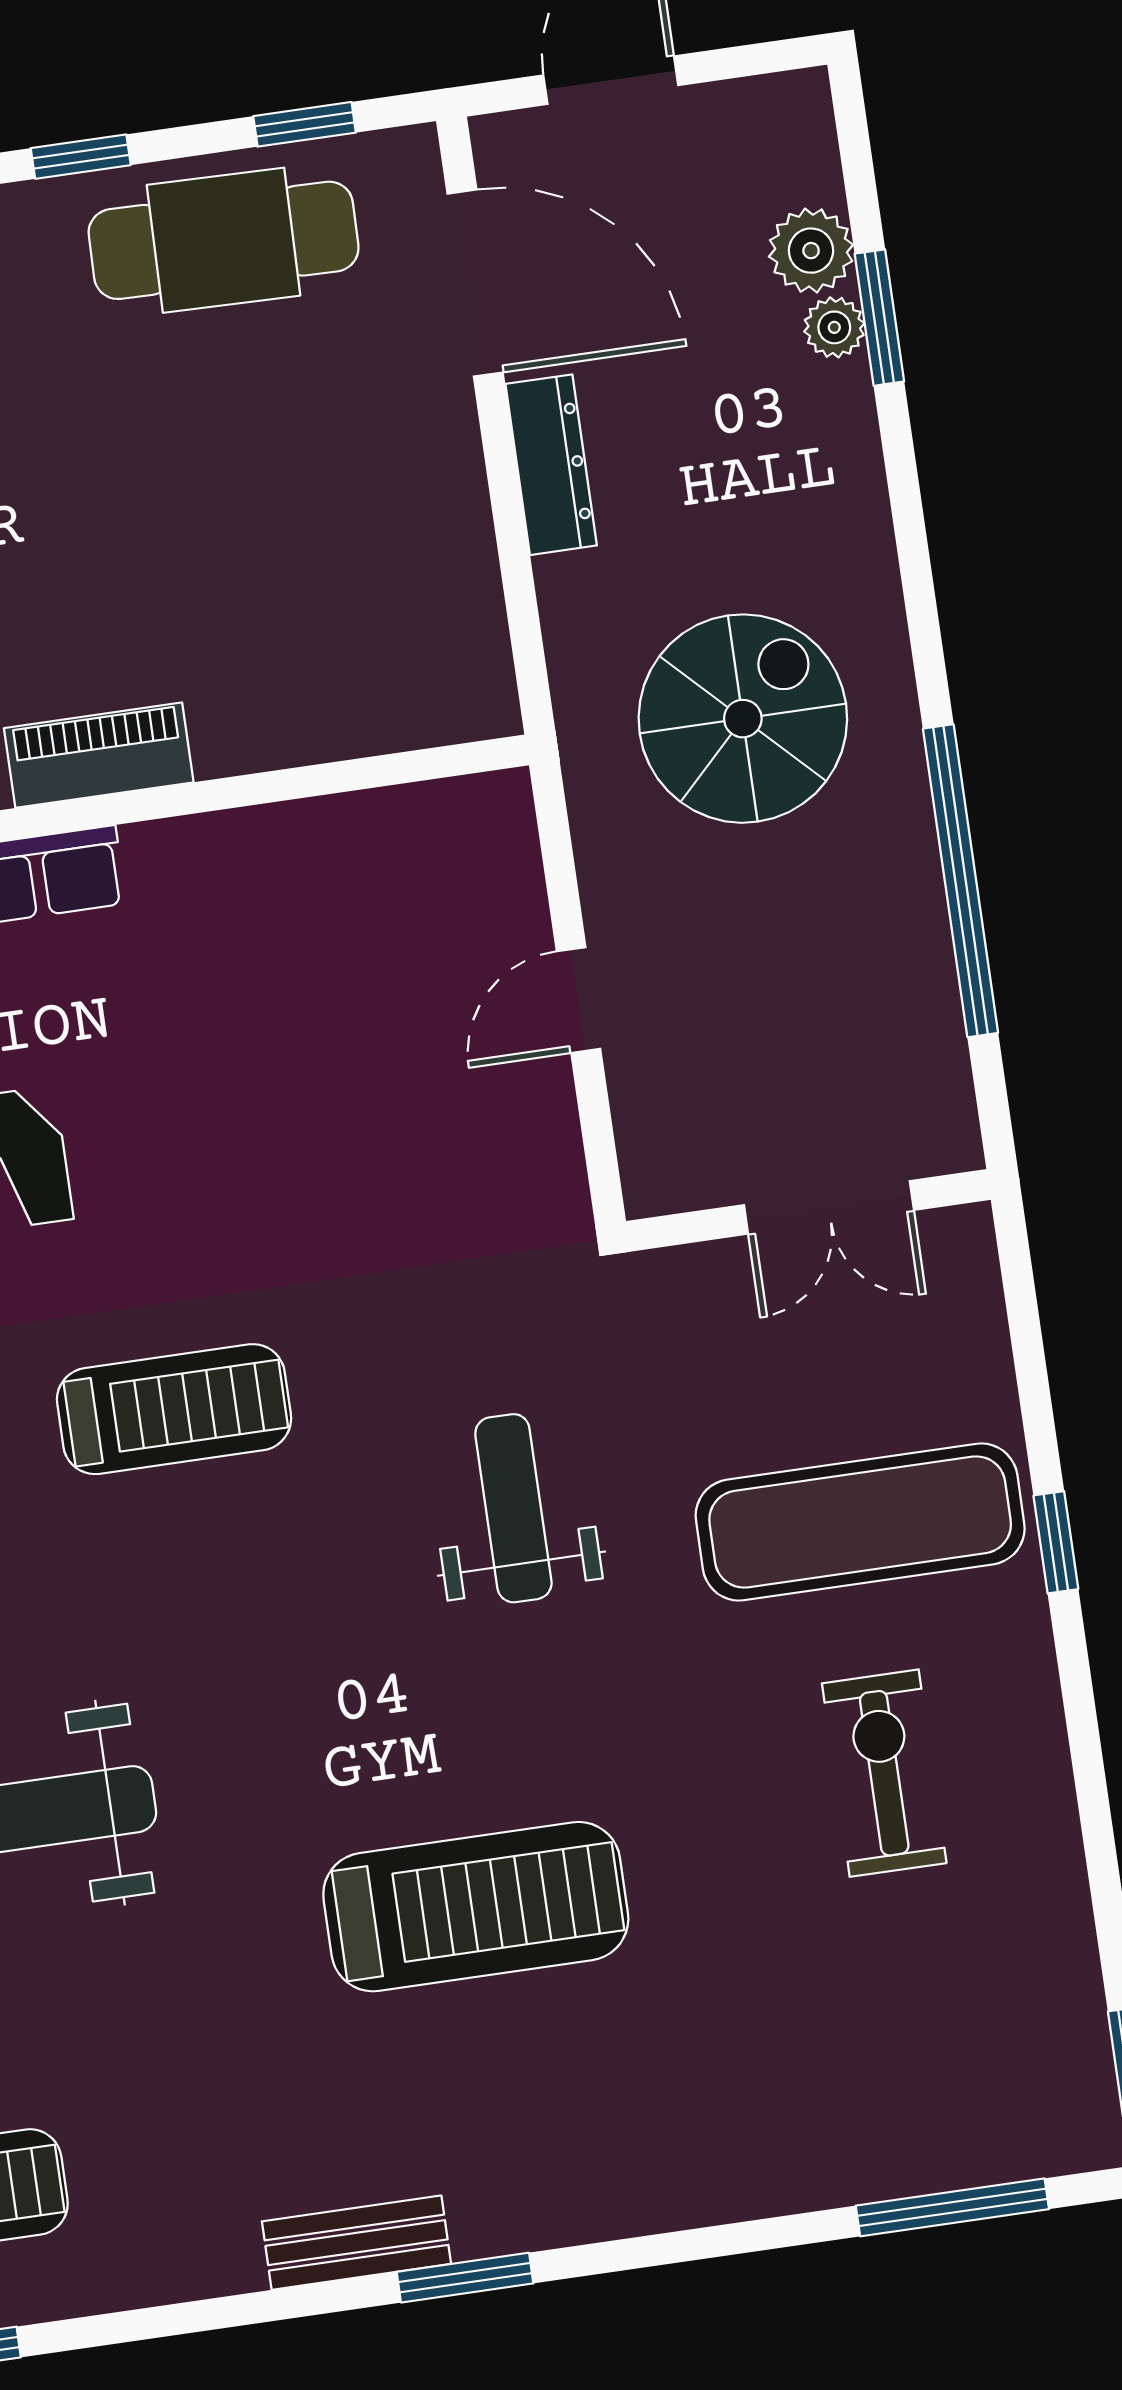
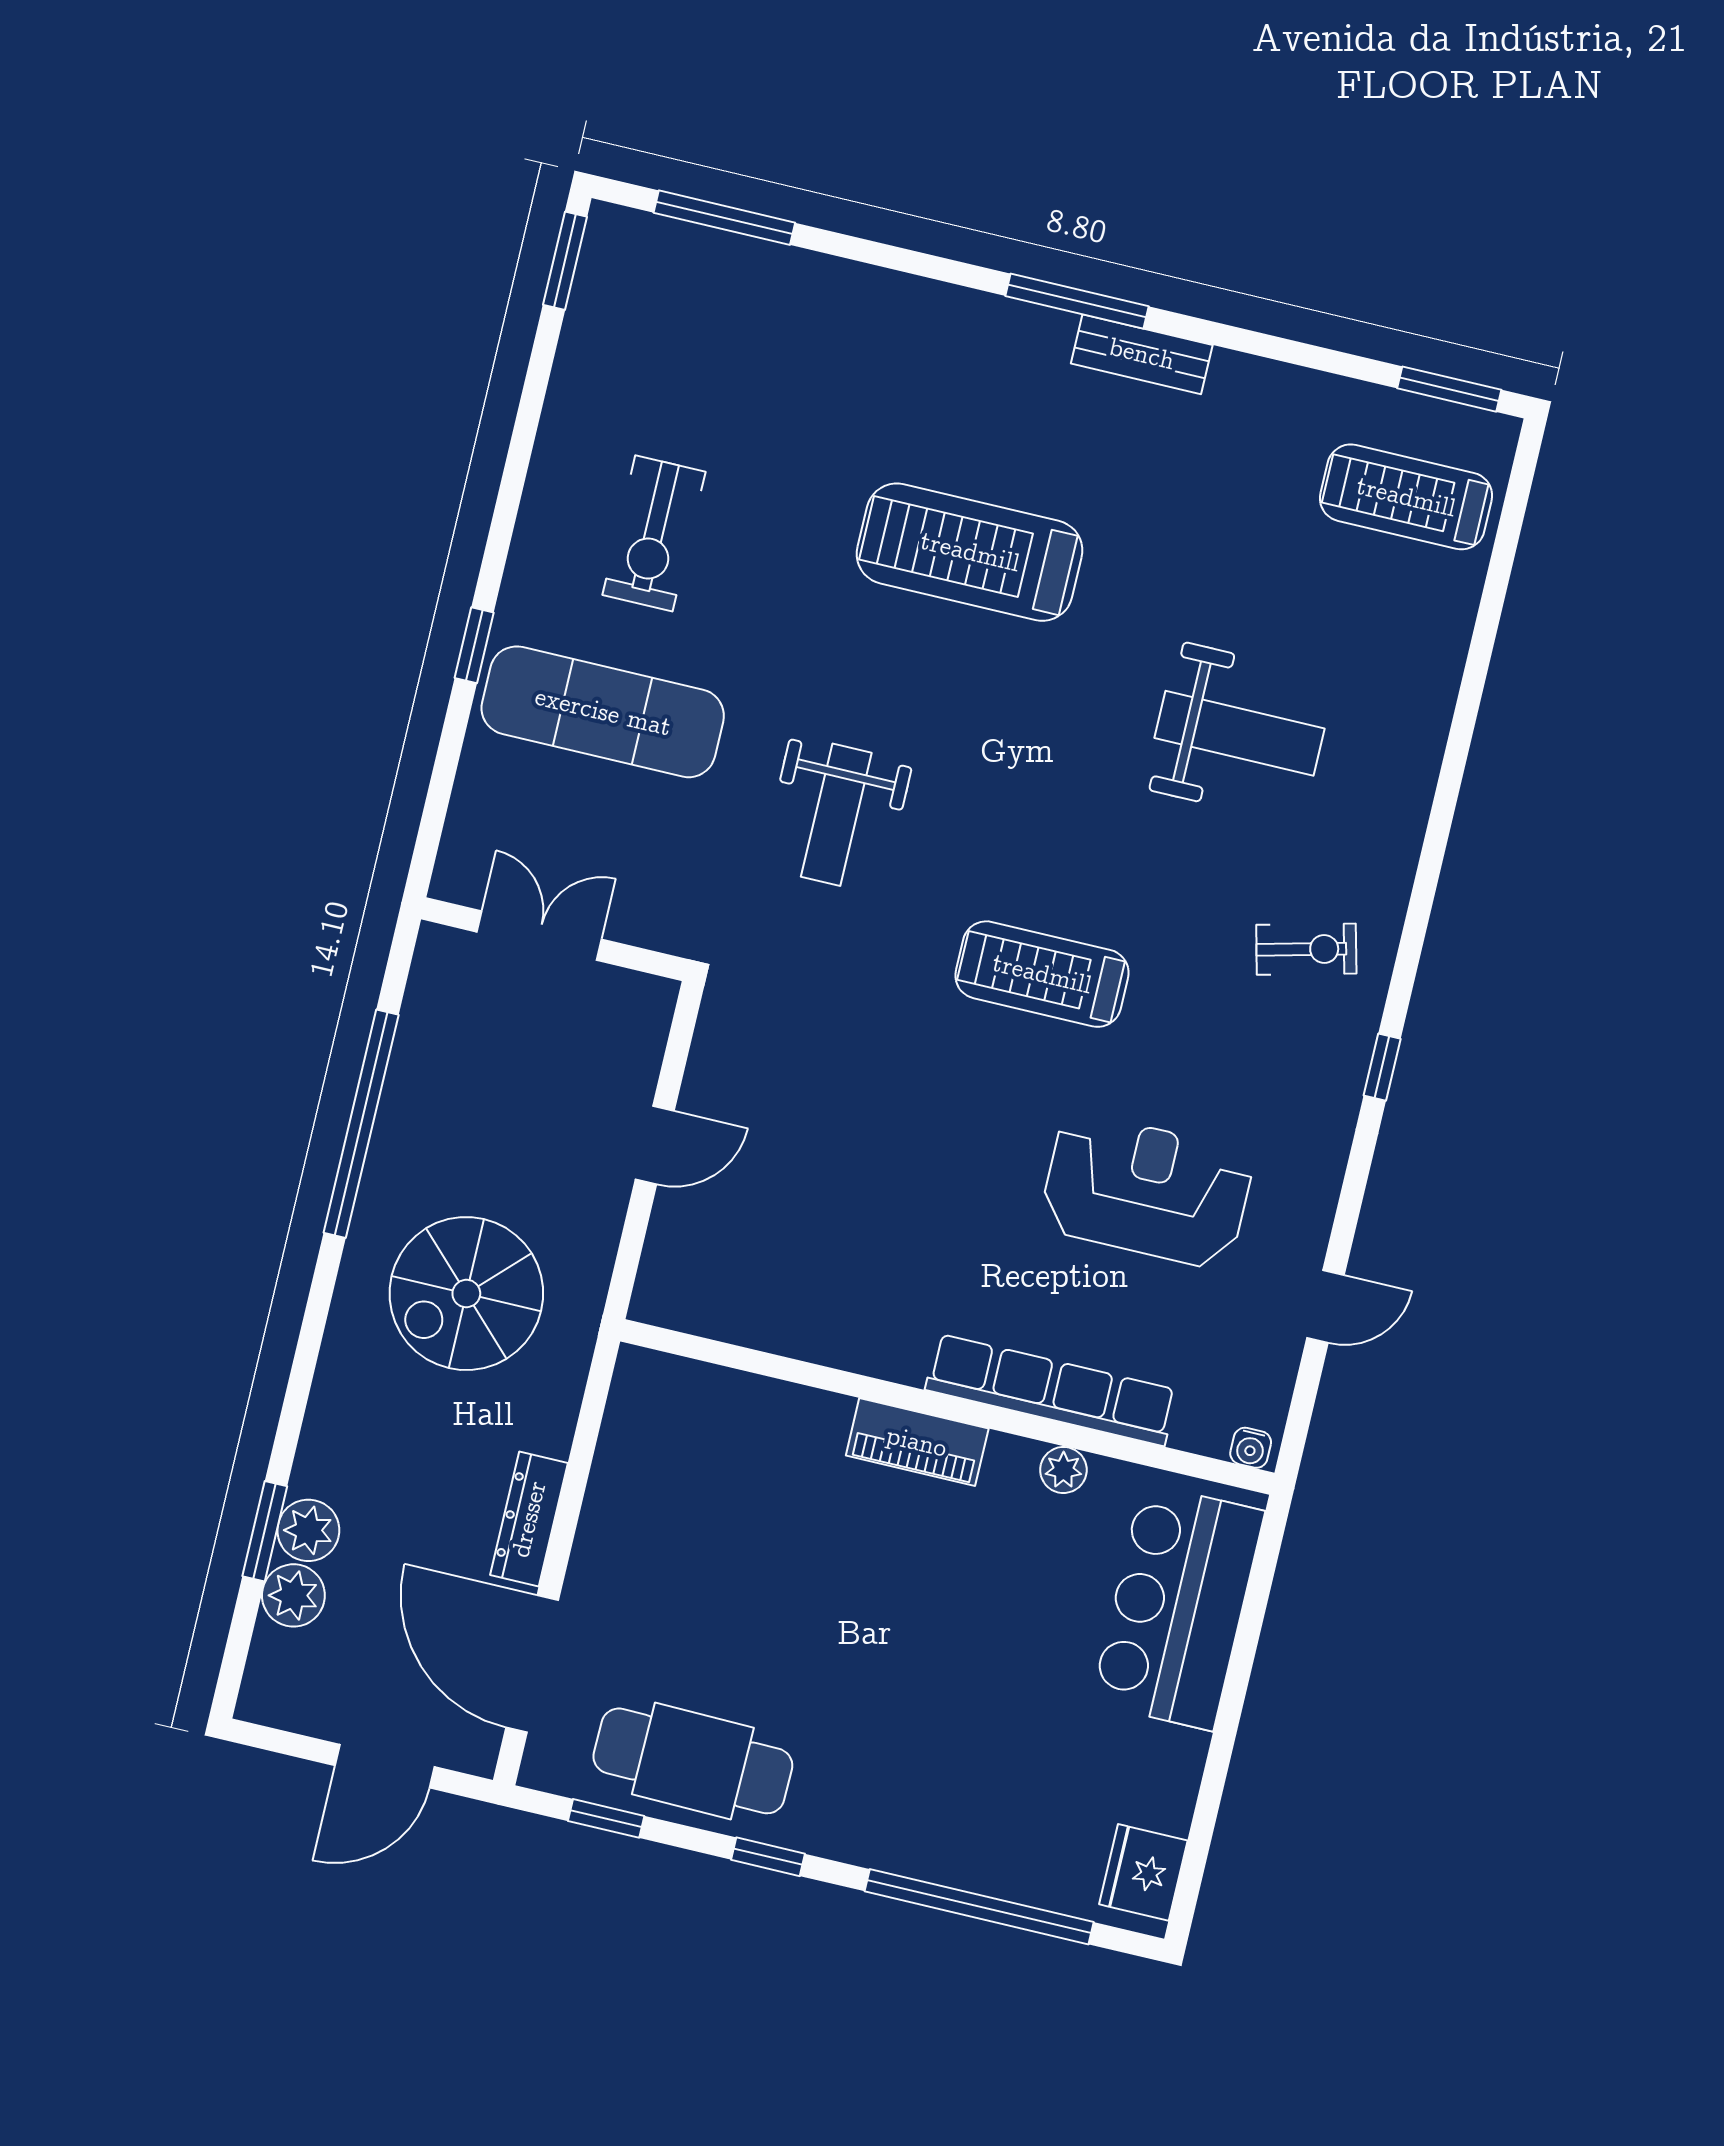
plant: (834, 327) -> (308, 1530), width x1.38, depth x1.38
window: (465, 2278) -> (1077, 301), width x1.44

